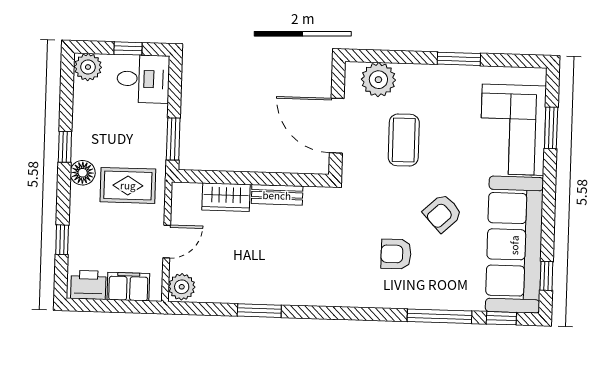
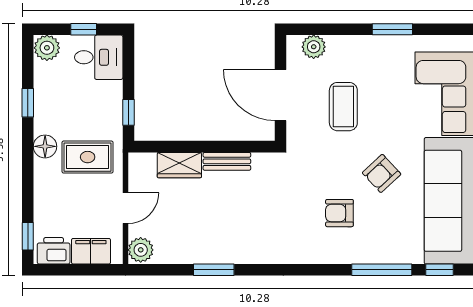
plant: (378, 80) -> (314, 47), width x0.73, depth x0.73
window: (173, 139) -> (128, 112), width x0.67
window: (65, 147) -> (28, 103), moved
window: (62, 240) -> (28, 236), moved

